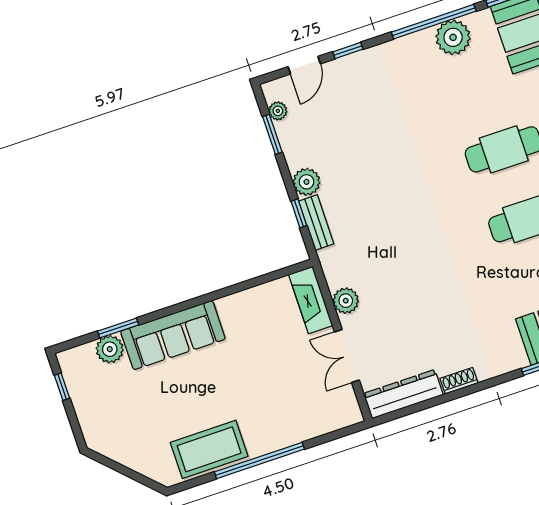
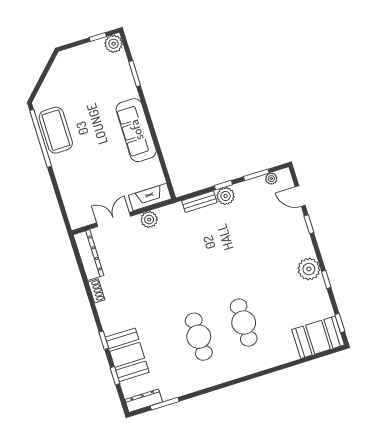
window: (434, 22) -> (326, 279), width x0.32
plant: (453, 37) -> (309, 269), moved
window: (299, 213) -> (223, 185), moved
sofa: (173, 335) -> (136, 130), moved
plant: (110, 349) -> (114, 44), moved
window: (259, 461) -> (41, 138), moved

